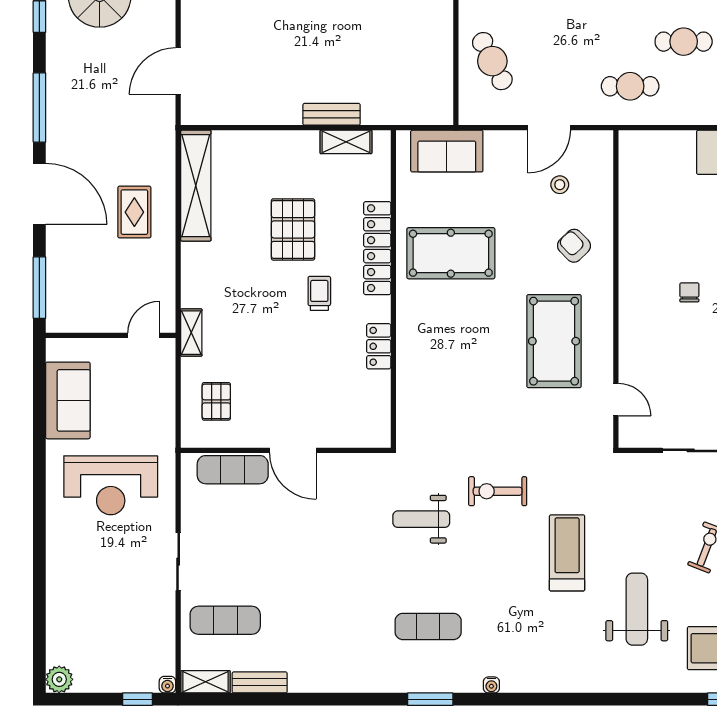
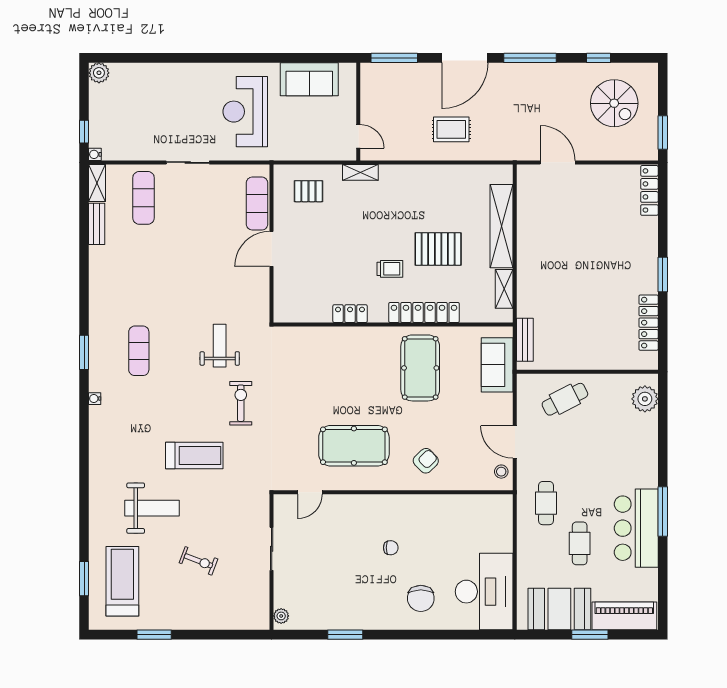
bench: (332, 114) -> (525, 340), moved
stool: (560, 185) -> (501, 472), moved
shelving: (196, 186) -> (502, 226), moved, turned 90

